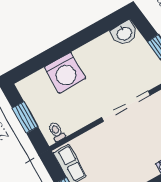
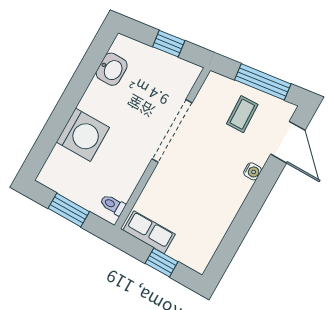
washbasin: (124, 33) -> (112, 69), moved

